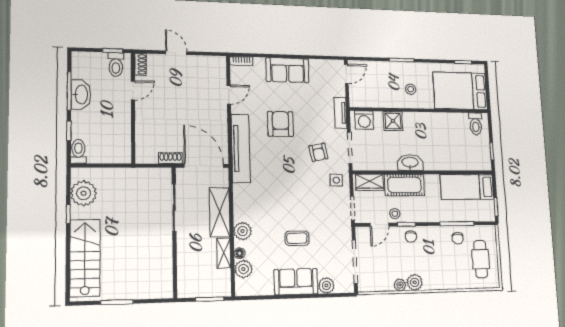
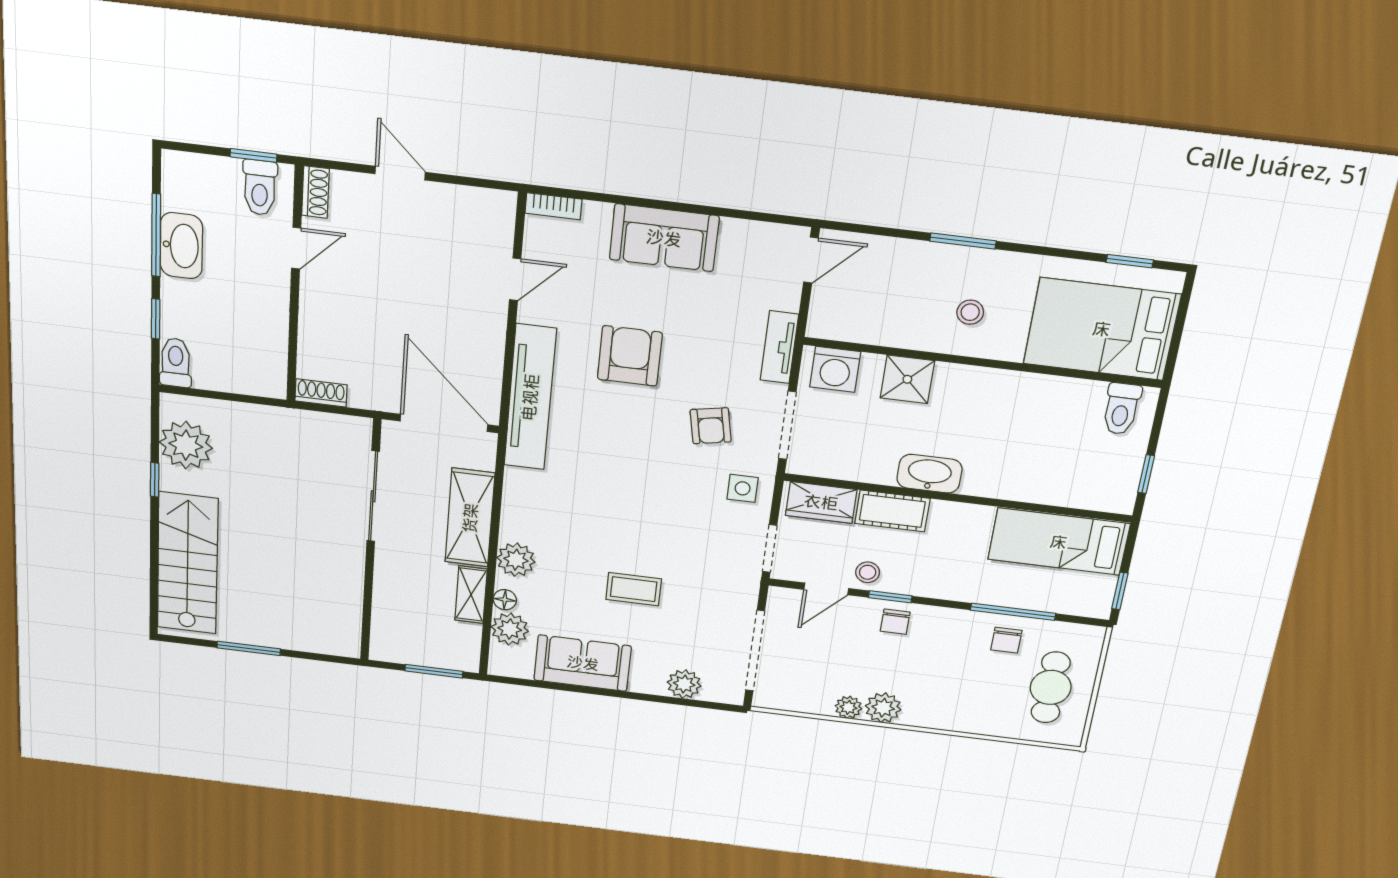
shoe rack: (170, 158) -> (321, 393), moved
cot: (404, 185) -> (892, 511), width x0.73, depth x0.75
sofa: (296, 282) -> (583, 663), moved

